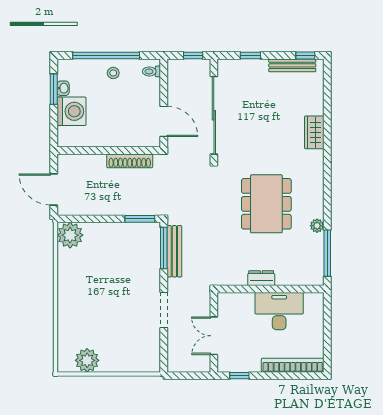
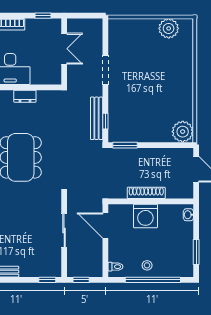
window: (250, 55) -> (47, 280), moved
washbasin: (63, 88) -> (188, 215), moved
washing machine: (71, 111) -> (145, 216), moved, turned -90
sliding door: (214, 115) -> (64, 230), width x0.54
shoe rack: (130, 161) -> (146, 193), moved
window: (164, 248) -> (105, 121), width x0.46

